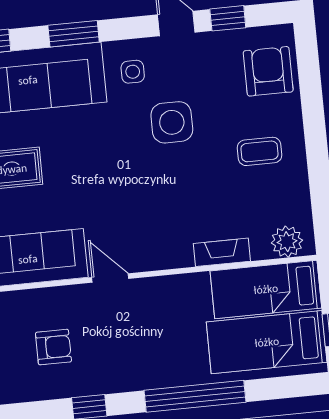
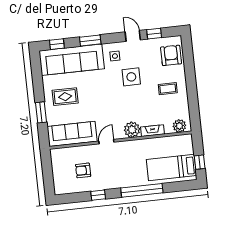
plant: (172, 250) -> (132, 130), added
door: (110, 278) -> (106, 142), hinge flipped
bed: (266, 289) -> (171, 146), removed
armchair: (53, 347) -> (83, 170), turned 180

